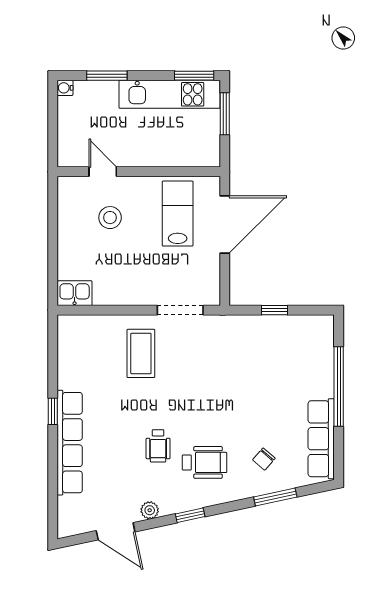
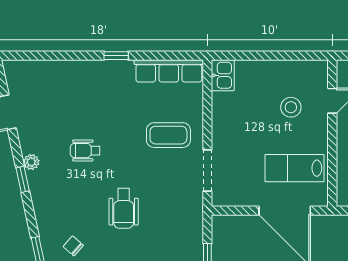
lab bench: (178, 214) -> (294, 168), turned 180
row of seats: (70, 443) -> (169, 71), moved, width x0.73
wheelchair: (204, 462) -> (124, 208), moved
plant: (150, 510) -> (31, 162), moved

